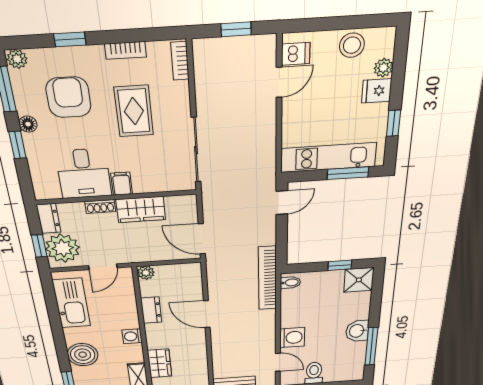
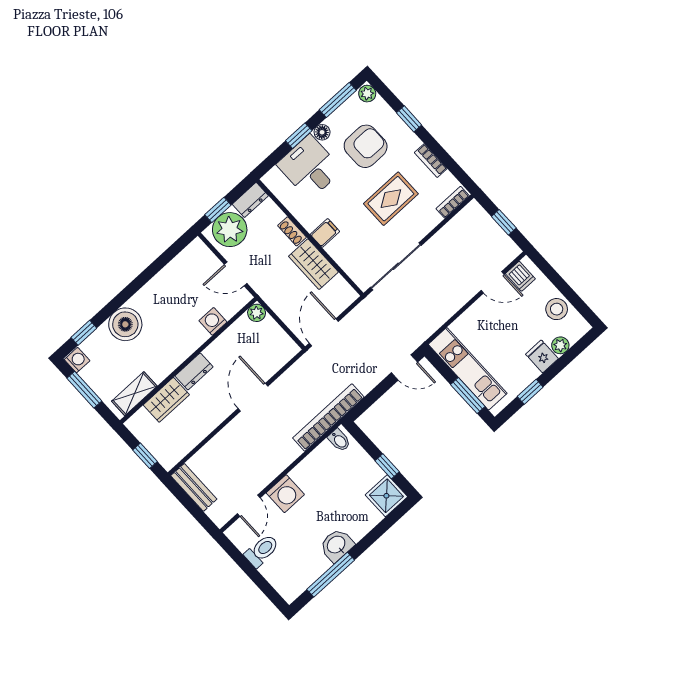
desk: (84, 174) -> (310, 167), moved, turned 90
kitchen sink: (71, 303) -> (178, 275), removed
dresser: (151, 310) -> (194, 371), moved
washing machine: (132, 336) -> (213, 321), moved

